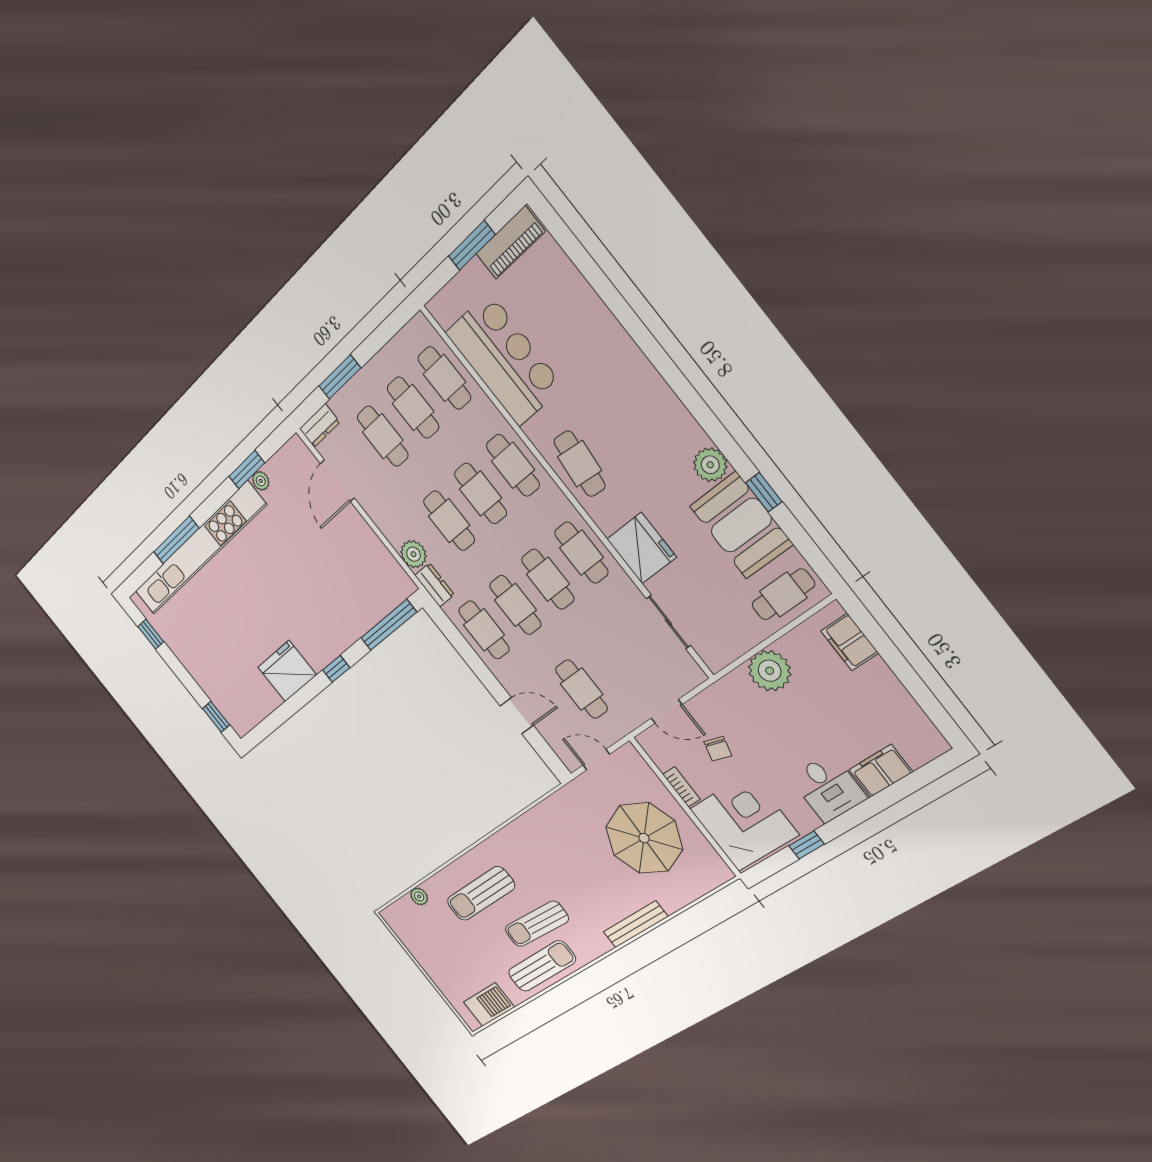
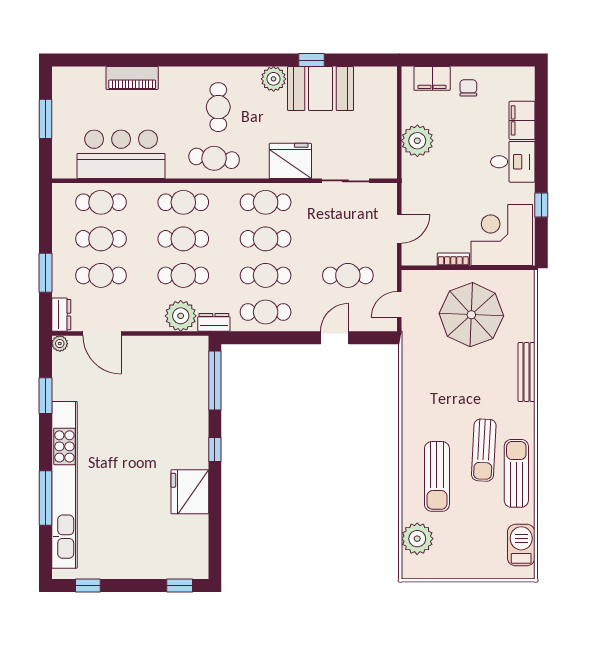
piano: (510, 243) -> (132, 78), moved, turned 90
plant: (261, 481) -> (60, 344), moved
plant: (413, 554) -> (181, 316), width x1.36, depth x1.36
cafe table: (783, 594) -> (218, 107), moved
chair: (718, 749) -> (468, 88), moved, turned -106
plant: (419, 896) -> (417, 539), width x1.87, depth x1.87

